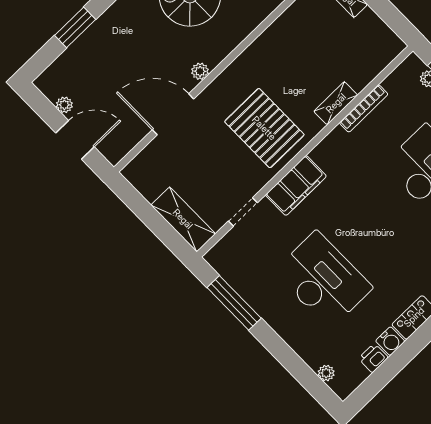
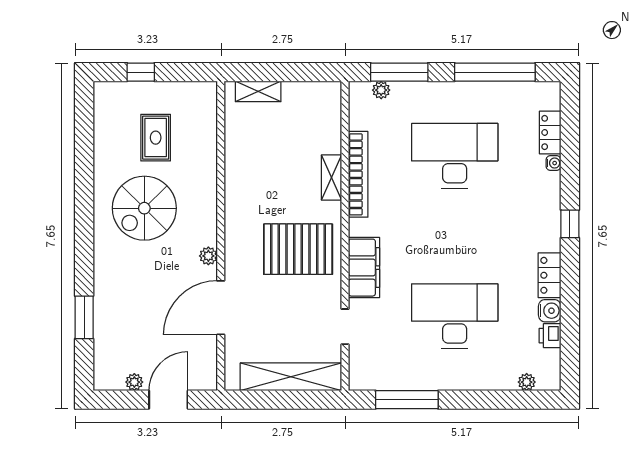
bookcase: (364, 108) -> (358, 174), width x1.48, depth x1.31
shelving: (183, 219) -> (291, 377), width x1.47

